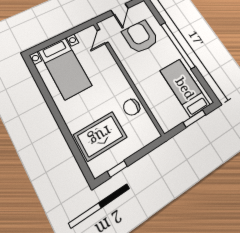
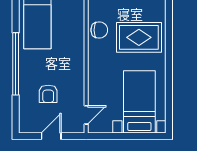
armchair: (140, 37) -> (48, 94), width x0.53, depth x0.53
rug: (100, 136) -> (139, 37), moved

